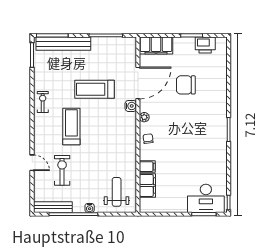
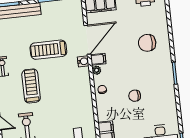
chair: (186, 85) -> (147, 43), moved
chair: (183, 149) -> (135, 96), added
filing cabinet: (147, 167) -> (98, 59), moved

